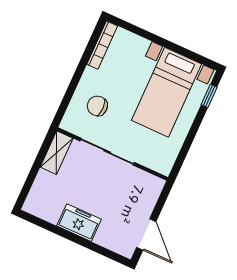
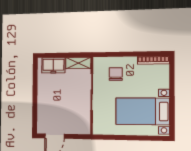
window: (209, 96) -> (152, 138), removed
freezer: (79, 223) -> (53, 65), moved, turned 90

